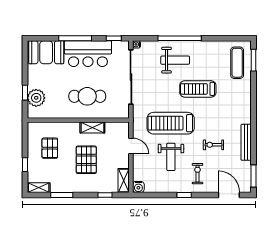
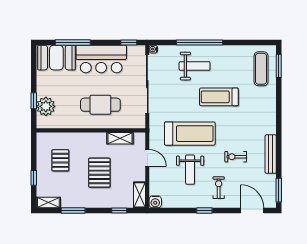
window: (75, 38) -> (73, 42), moved
treadmill: (171, 123) -> (190, 134), turned 180
shelving: (92, 128) -> (120, 138), moved

